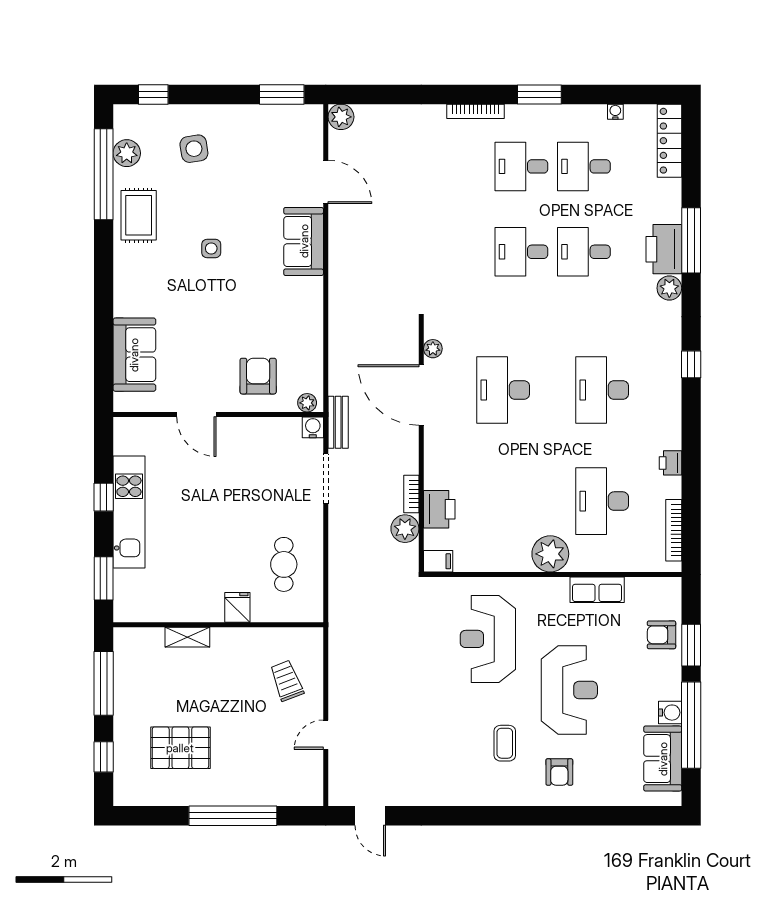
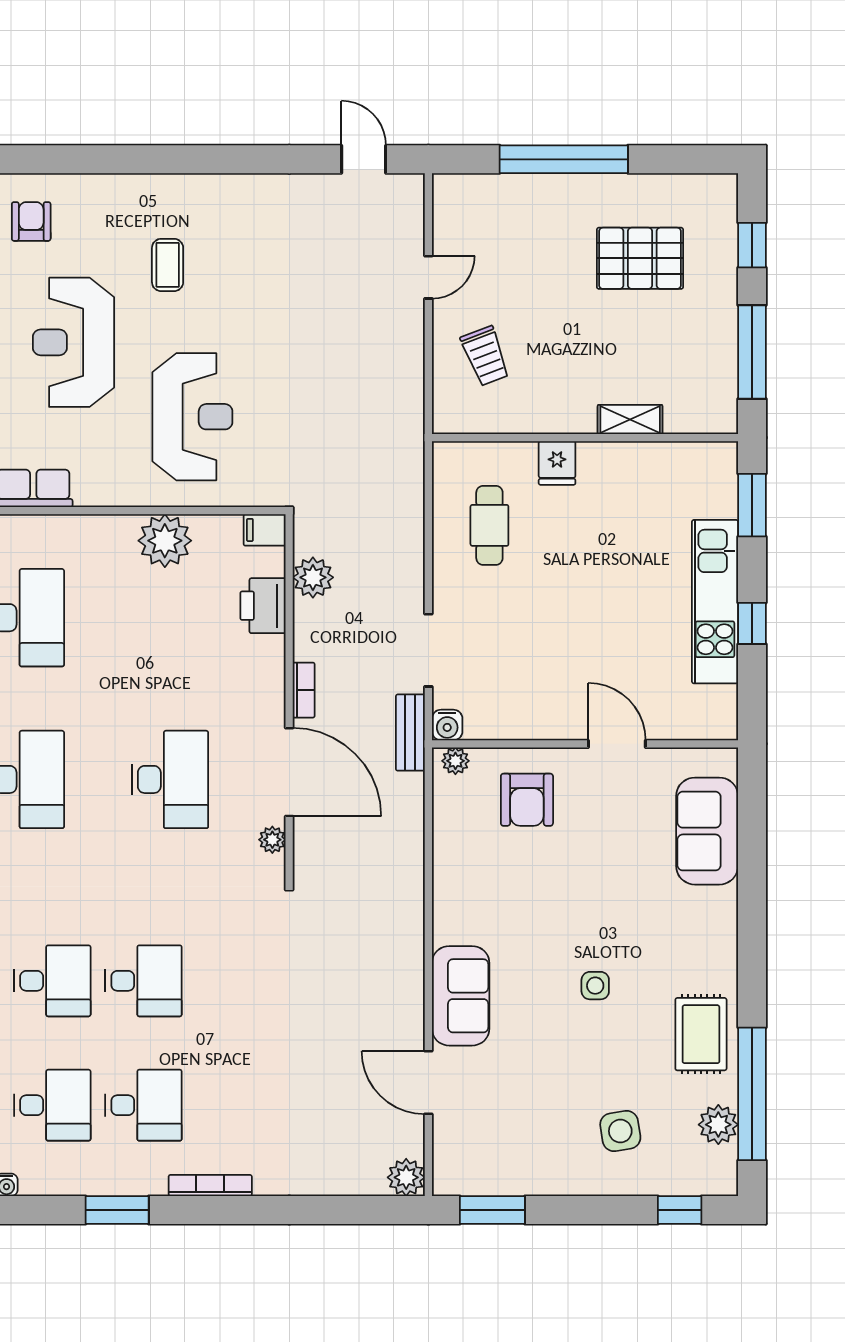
bookcase: (411, 494) -> (304, 690), moved
plant: (550, 554) -> (165, 541), moved
armchair: (559, 772) -> (31, 221), moved

